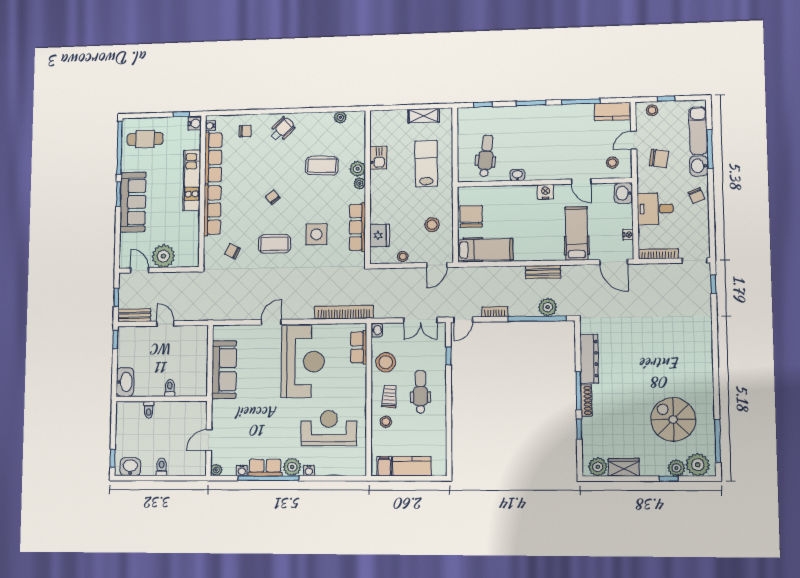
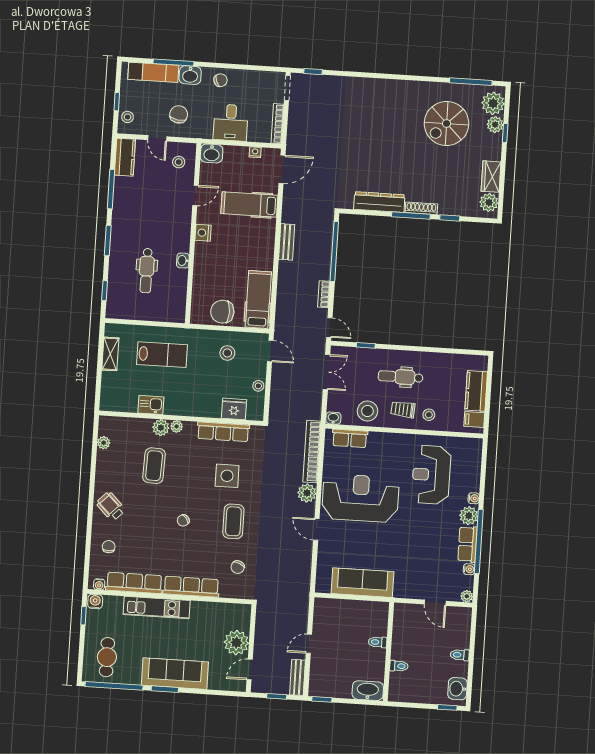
dental chair: (486, 156) -> (147, 271), moved, turned -97
lab bench: (426, 164) -> (162, 355), turned 180
plant: (548, 307) -> (307, 493), moved

